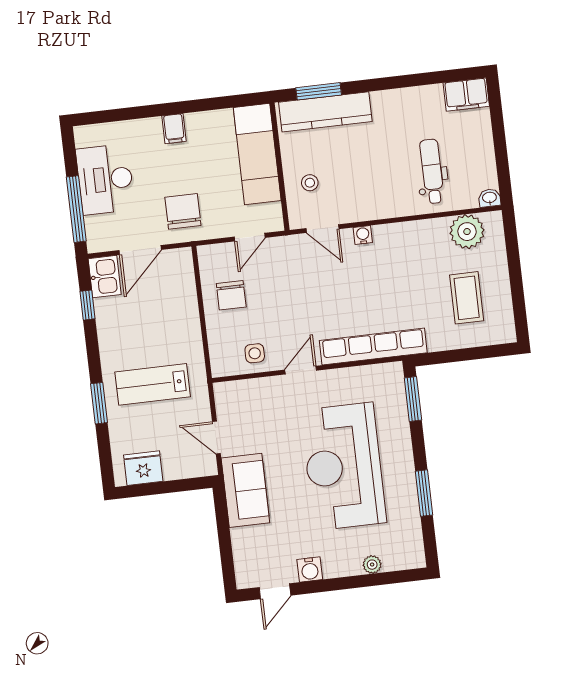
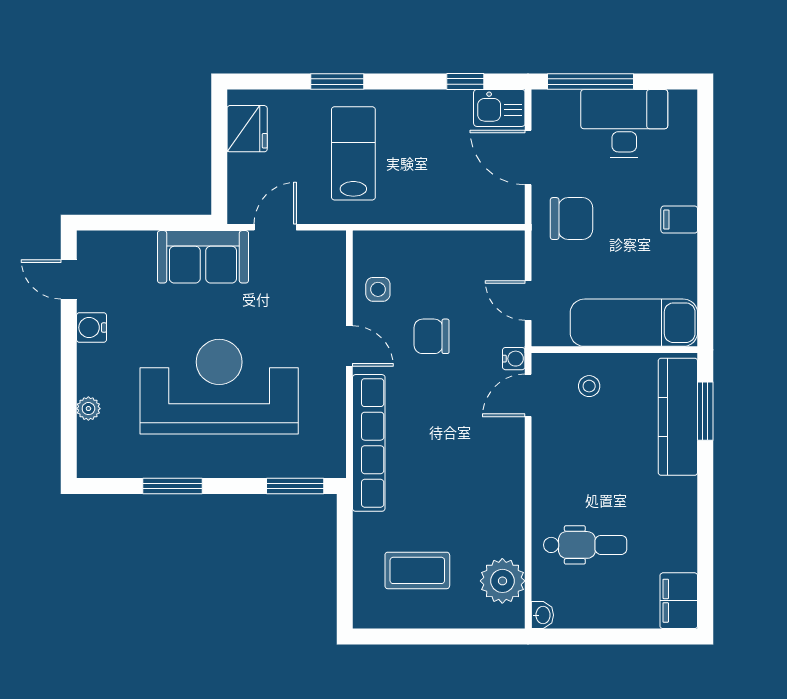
water cooler: (363, 235) -> (514, 359), moved
chair: (231, 295) -> (432, 336), moved

